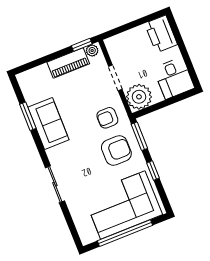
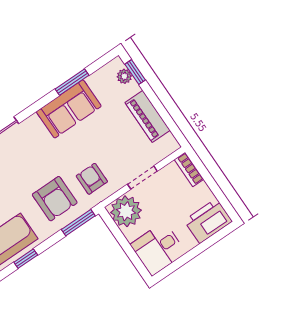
bookcase: (117, 40) -> (189, 169), added
window: (82, 45) -> (135, 72), moved
plant: (92, 51) -> (124, 76), moved
window: (153, 171) -> (26, 259), moved

